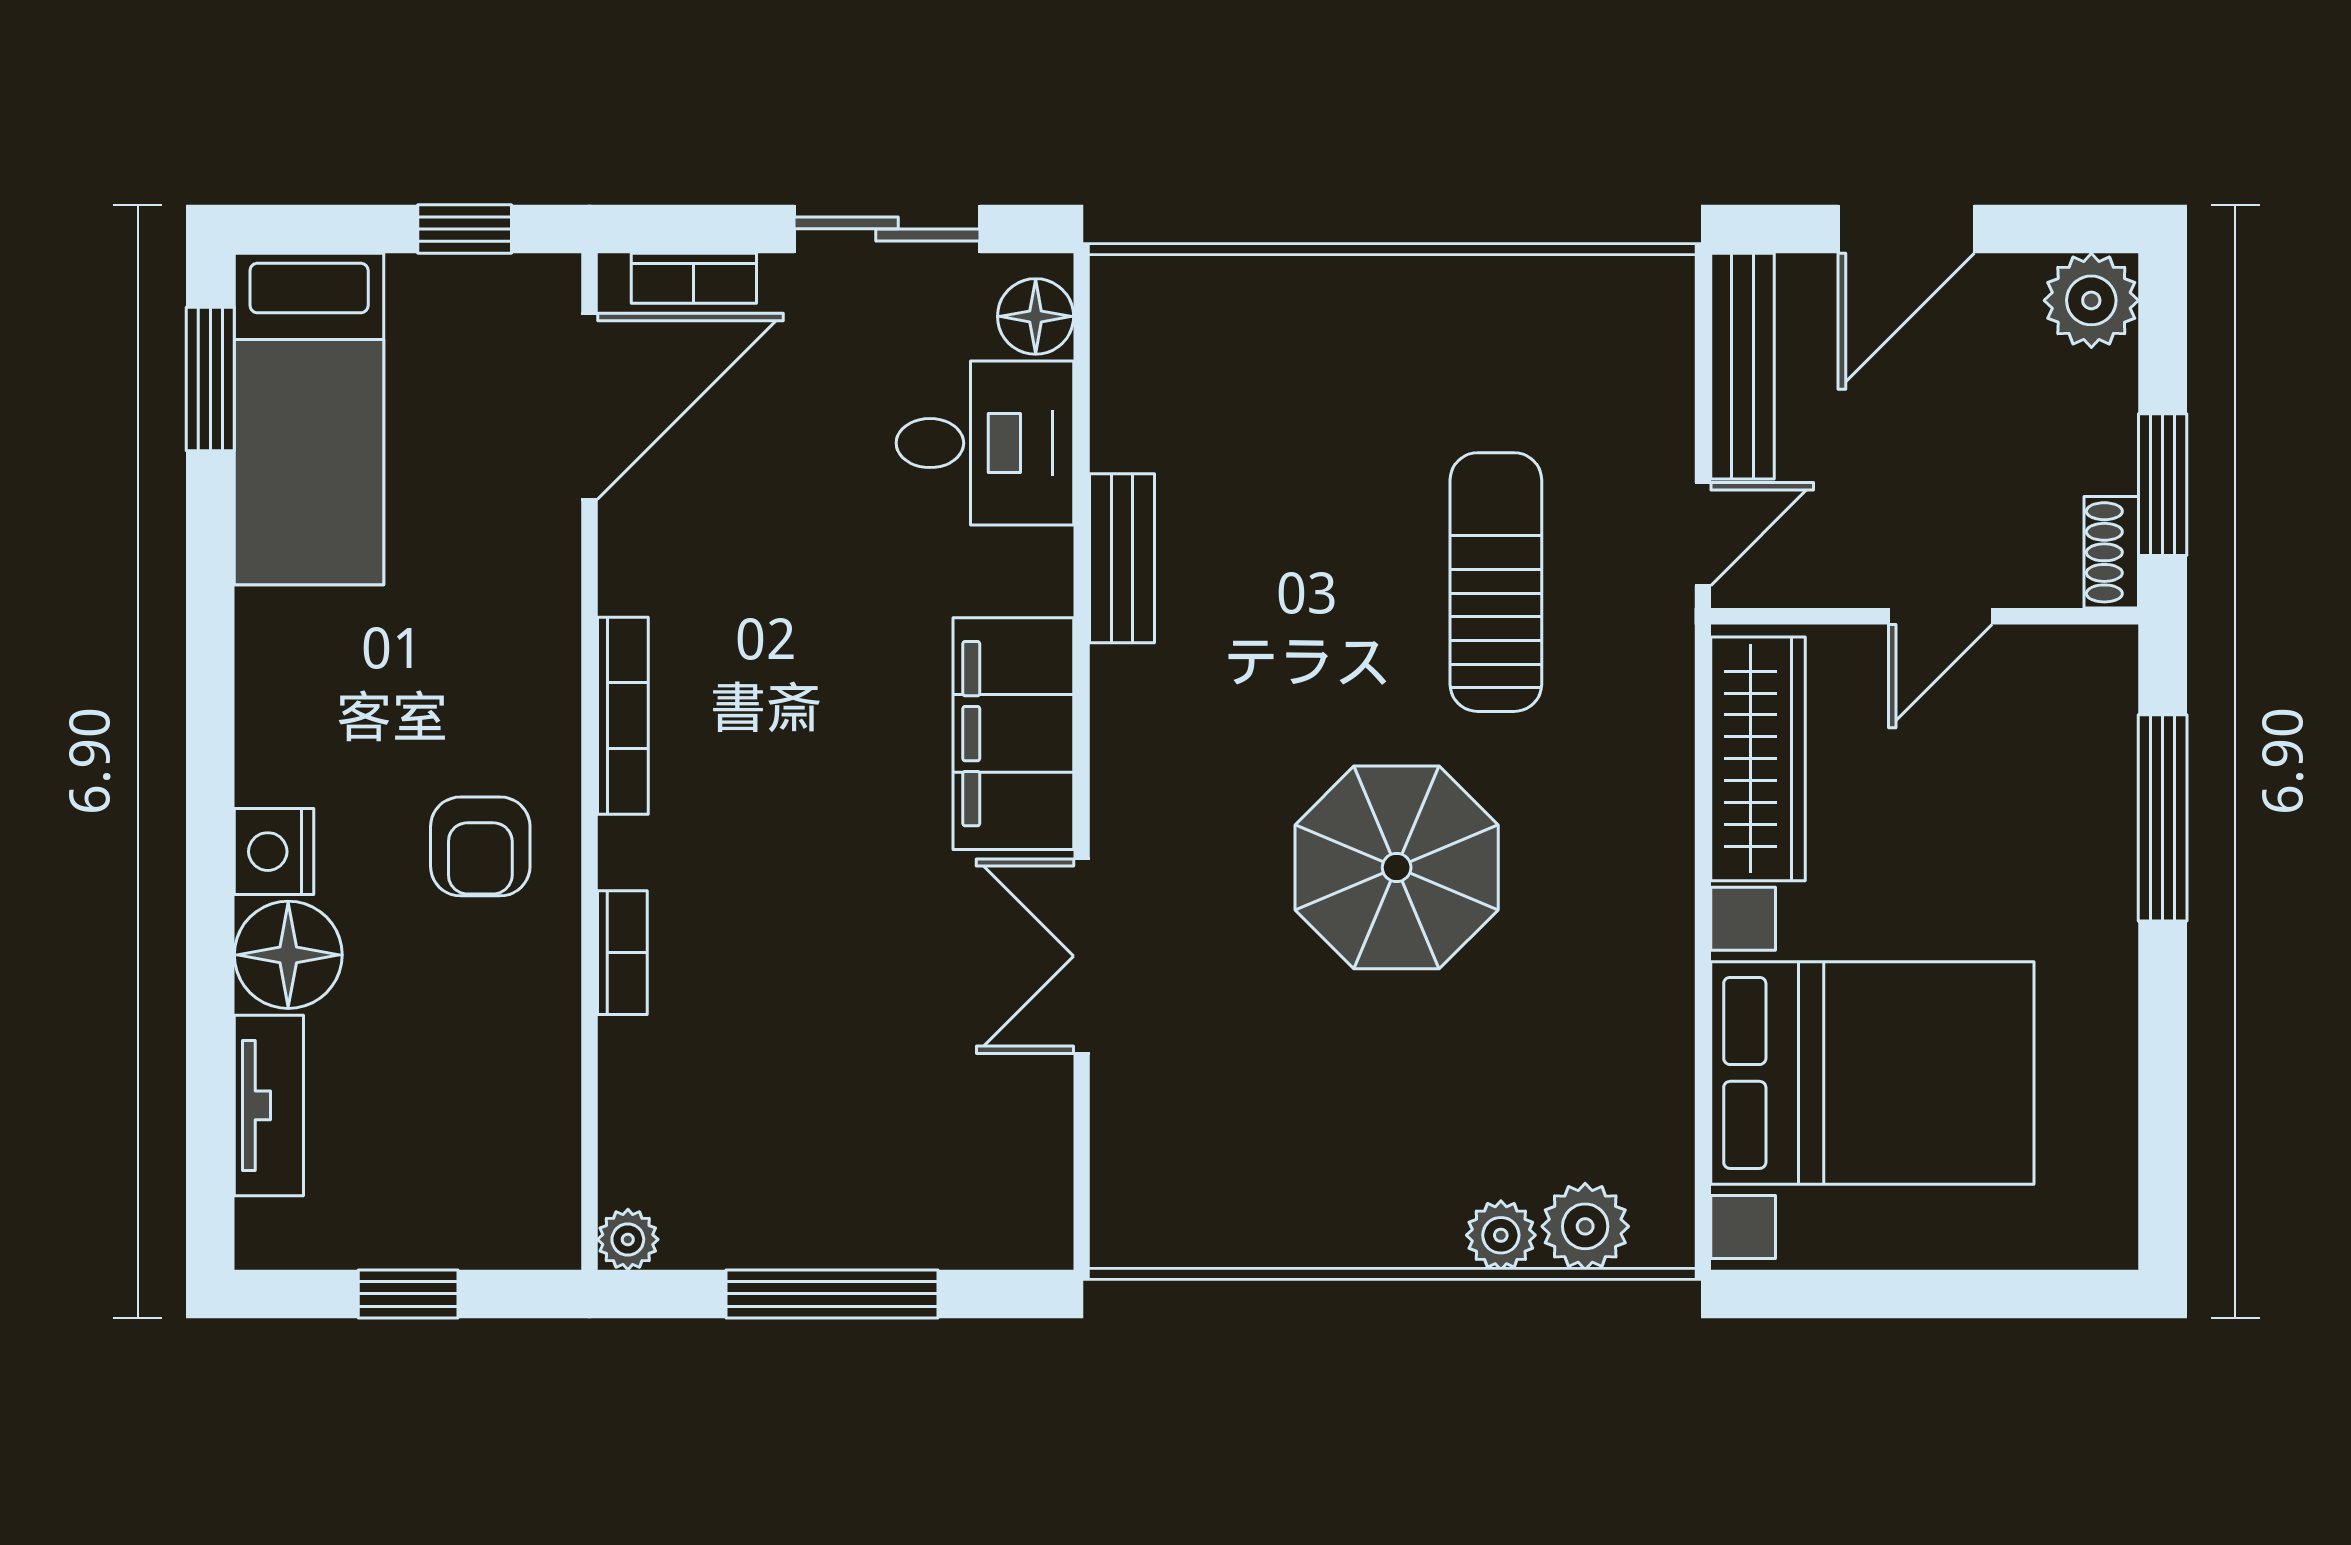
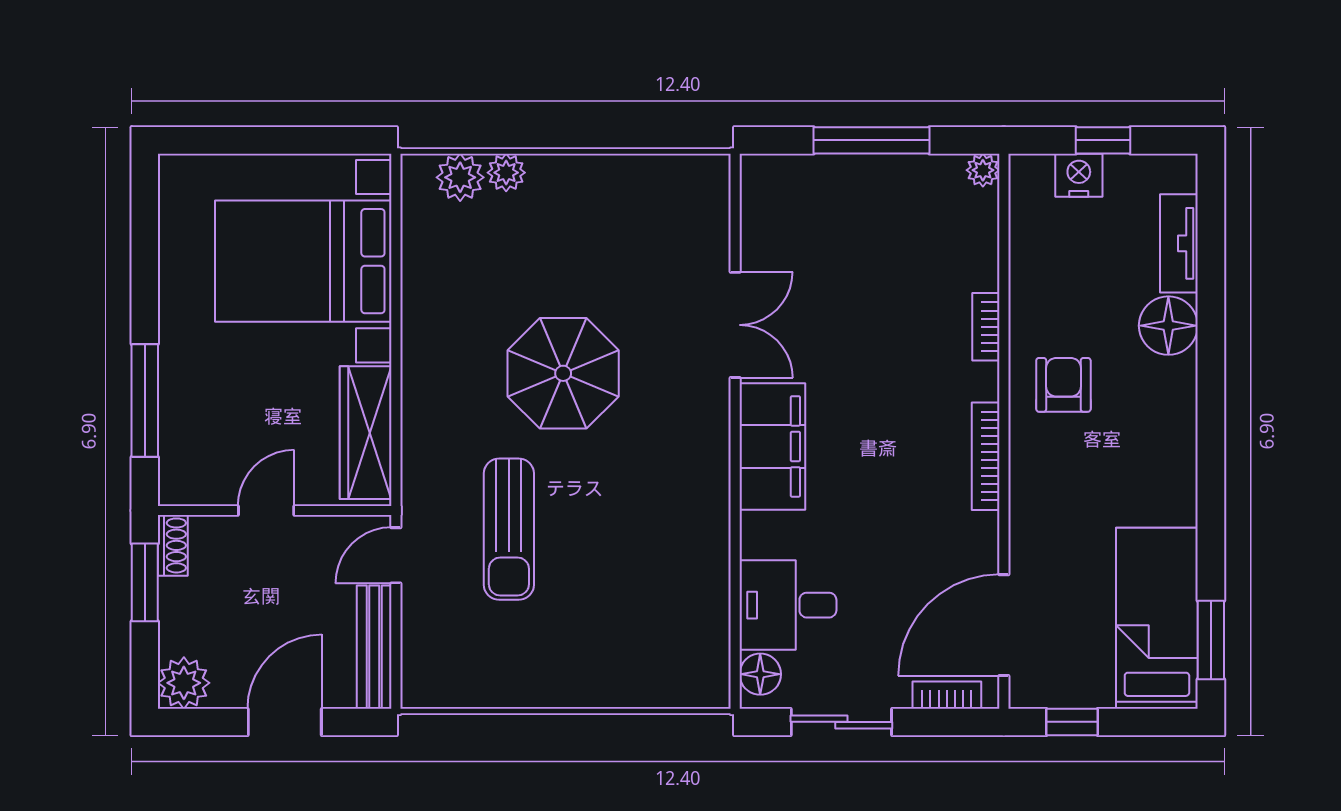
bench: (1122, 558) -> (713, 542), removed
nightstand: (274, 852) -> (1079, 175), moved, turned -90

